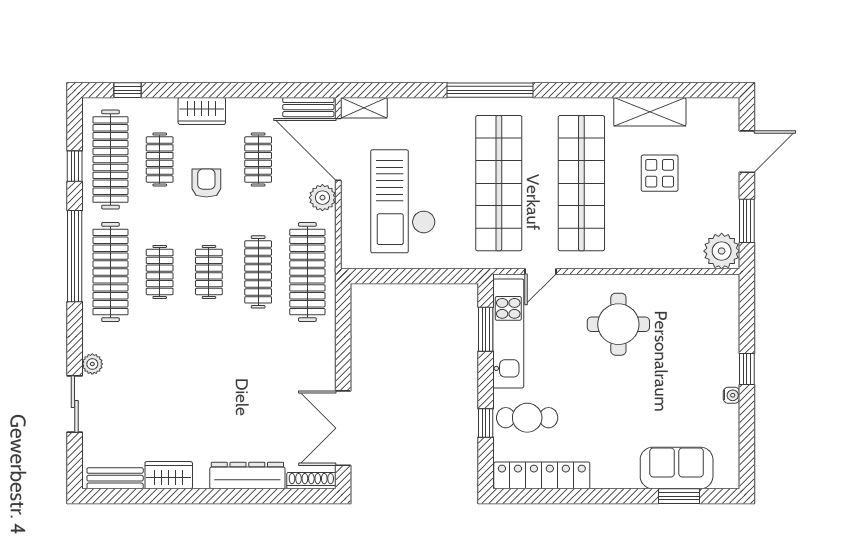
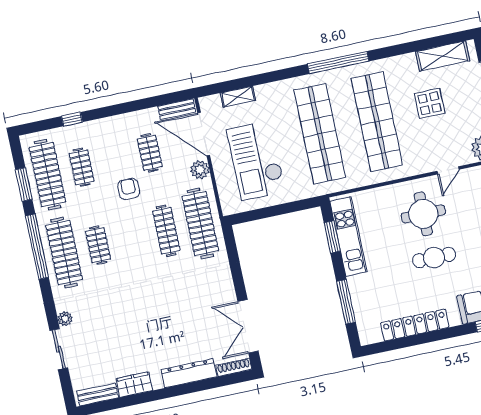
window: (128, 90) -> (72, 119), moved
window: (490, 90) -> (338, 63), moved
shelving: (364, 108) -> (238, 97), moved
wardrobe: (202, 111) -> (104, 128), removed
shelving: (650, 112) -> (443, 56), moved
window: (75, 166) -> (24, 184), width x1.50
armchair: (206, 183) -> (129, 189), moved
door: (541, 271) -> (448, 170), moved
clothes rail: (209, 272) -> (132, 238), removed
cafe table: (527, 418) -> (434, 258), moved
window: (486, 423) -> (346, 302), width x2.17
locker: (542, 475) -> (415, 325), moved

